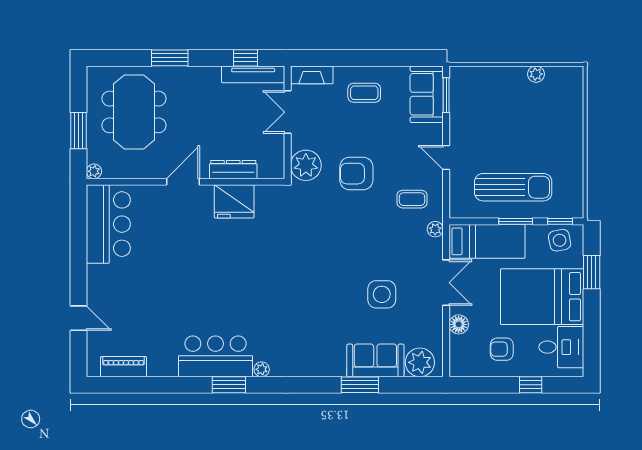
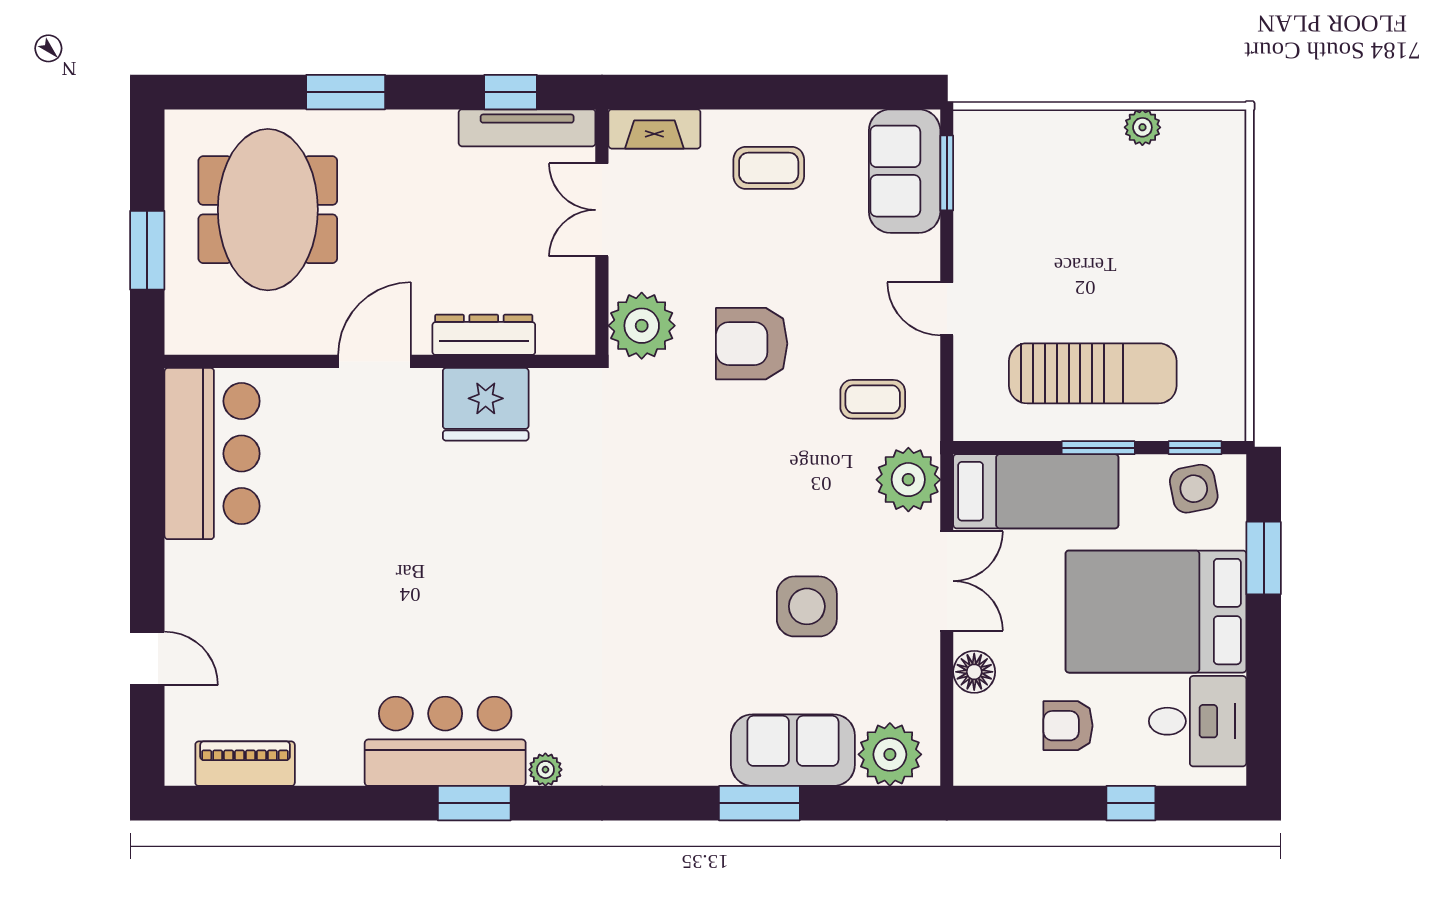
plant: (94, 171) -> (181, 339), removed
plant: (435, 229) -> (908, 480), width x1.88, depth x1.88

